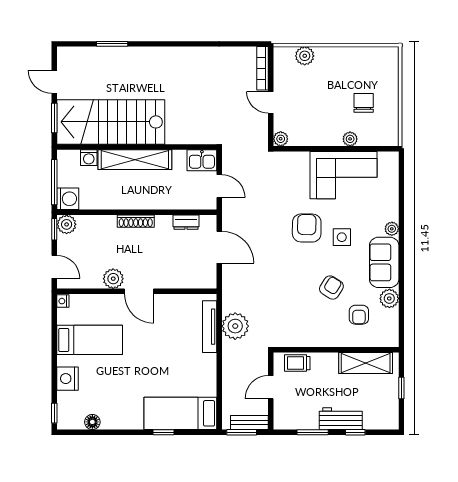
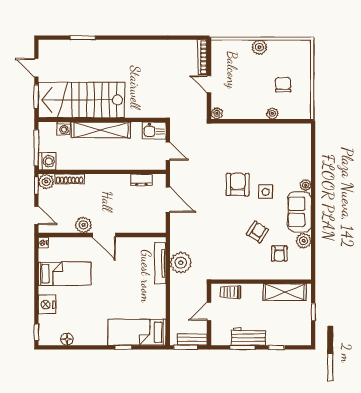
plant: (305, 56) -> (259, 47), moved
corner sofa: (343, 175) -> (267, 142), removed
shoe rack: (136, 221) -> (70, 179), moved
workbench: (341, 419) -> (248, 336), moved

